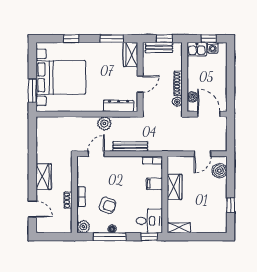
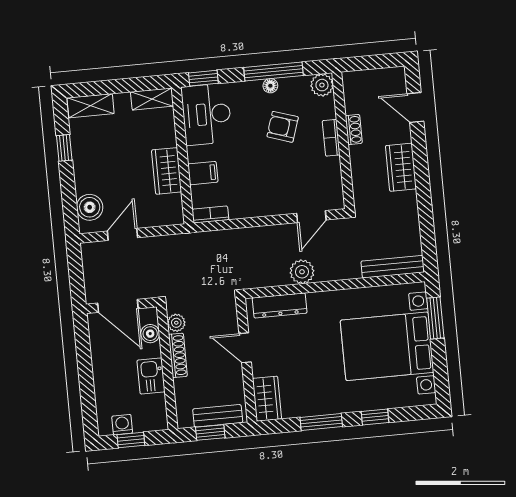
window: (112, 39) -> (321, 422), moved
kitchen sink: (197, 49) -> (151, 376), moved, turned -90
door: (140, 84) -> (245, 348), hinge flipped
bench: (130, 146) -> (393, 267), moved
desk: (149, 221) -> (207, 114), width x1.37
shelving: (214, 227) -> (91, 106), added

